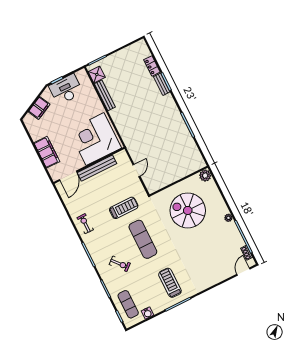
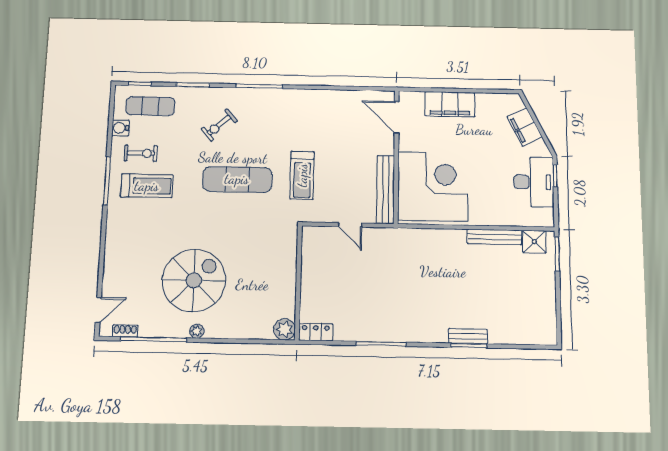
locker: (152, 66) -> (316, 332), moved
bench: (97, 168) -> (386, 190), moved
spiral stairs: (188, 210) -> (194, 280), moved
exercise bike: (85, 224) -> (141, 153), moved
door: (243, 272) -> (98, 310), hinge flipped

